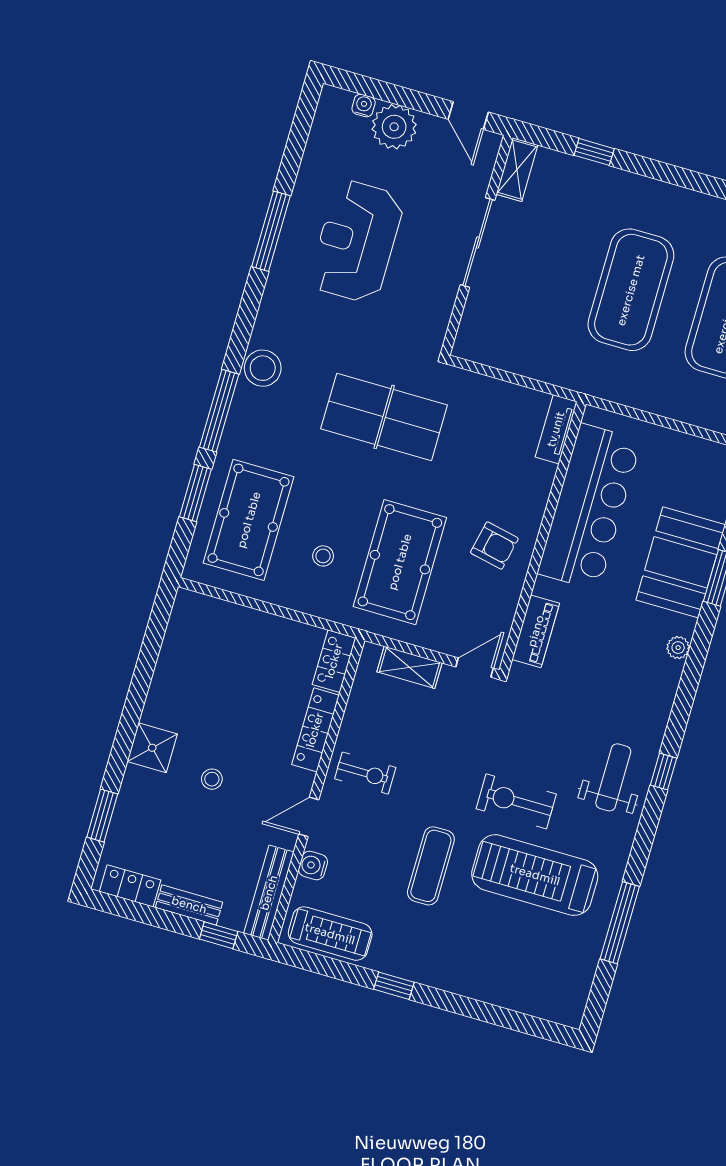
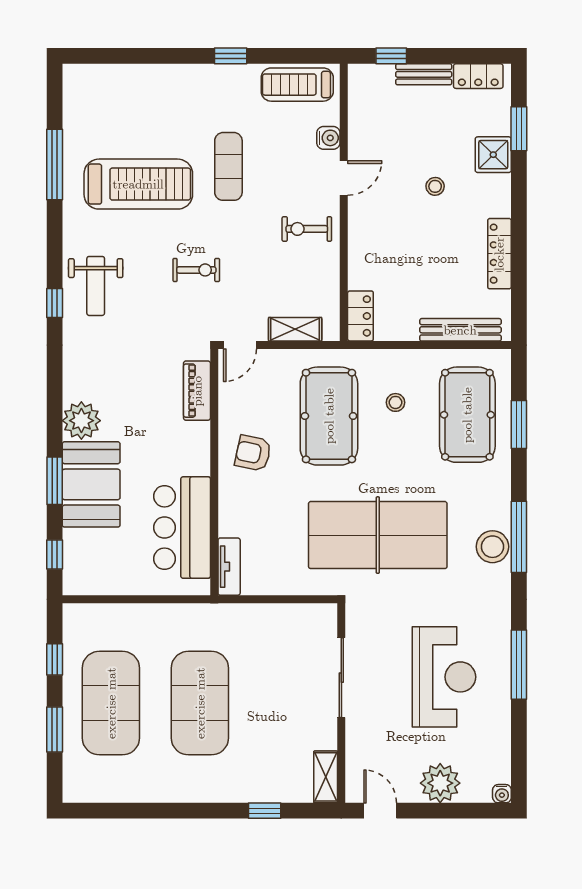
water cooler: (364, 105) -> (502, 794), moved
sliding door: (478, 242) -> (341, 678), moved
window: (219, 411) -> (519, 537), moved
table tennis table: (384, 417) -> (378, 535), width x1.36, depth x1.32
bar counter: (589, 507) -> (182, 528), width x0.73
plant: (678, 648) -> (81, 421), width x1.87, depth x1.87
locker: (315, 730) -> (499, 254), moved, turned 180
shower: (152, 748) -> (493, 155), moved
exercise bike: (516, 801) -> (196, 270), moved, width x0.73, depth x0.72
bench: (269, 893) -> (460, 330), moved, turned 90

